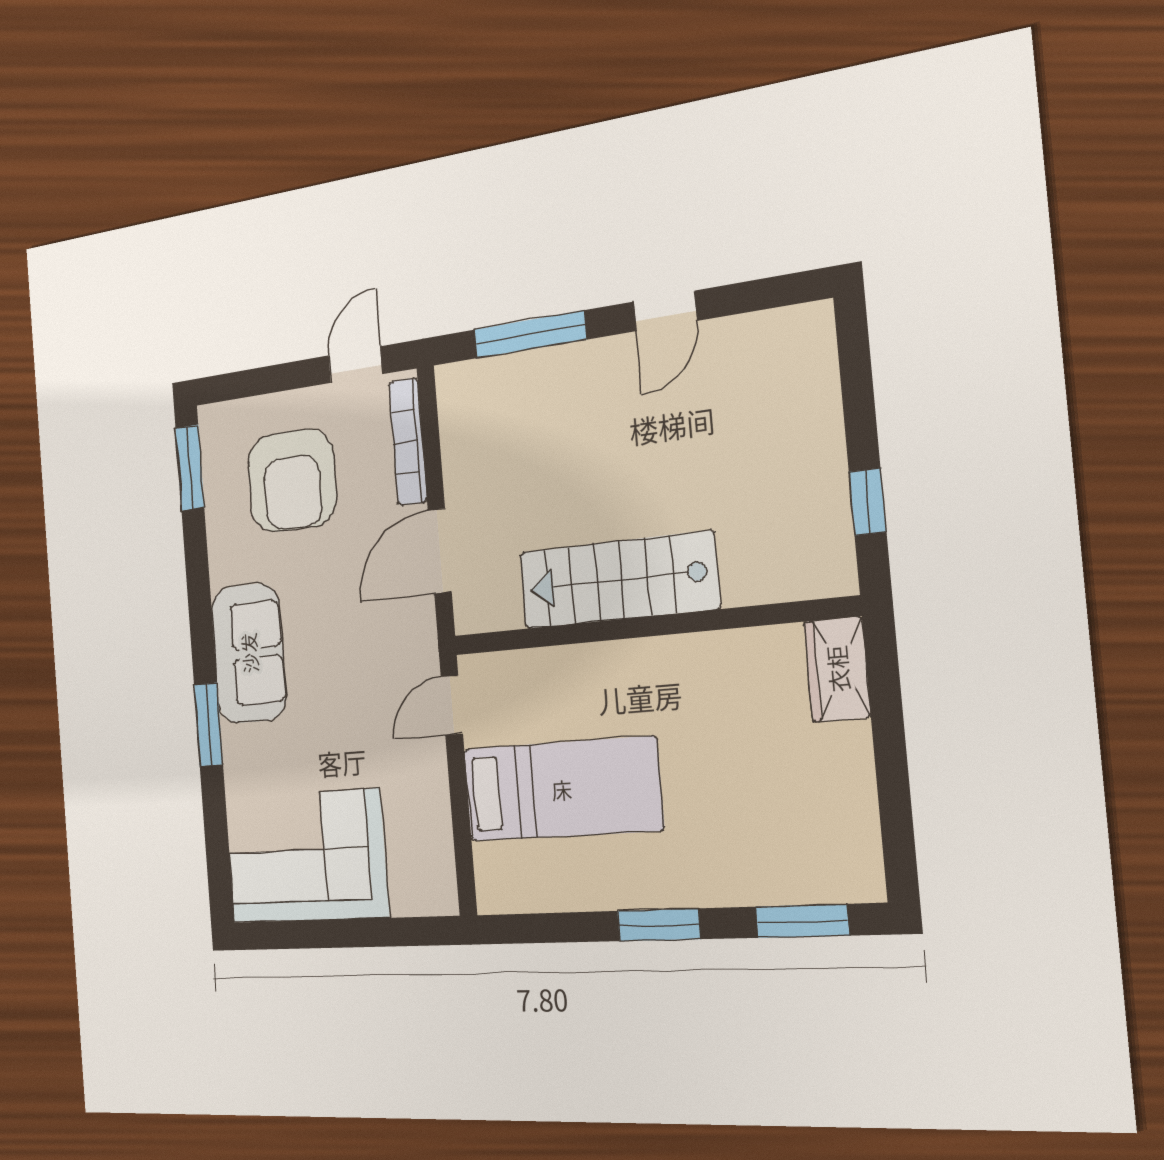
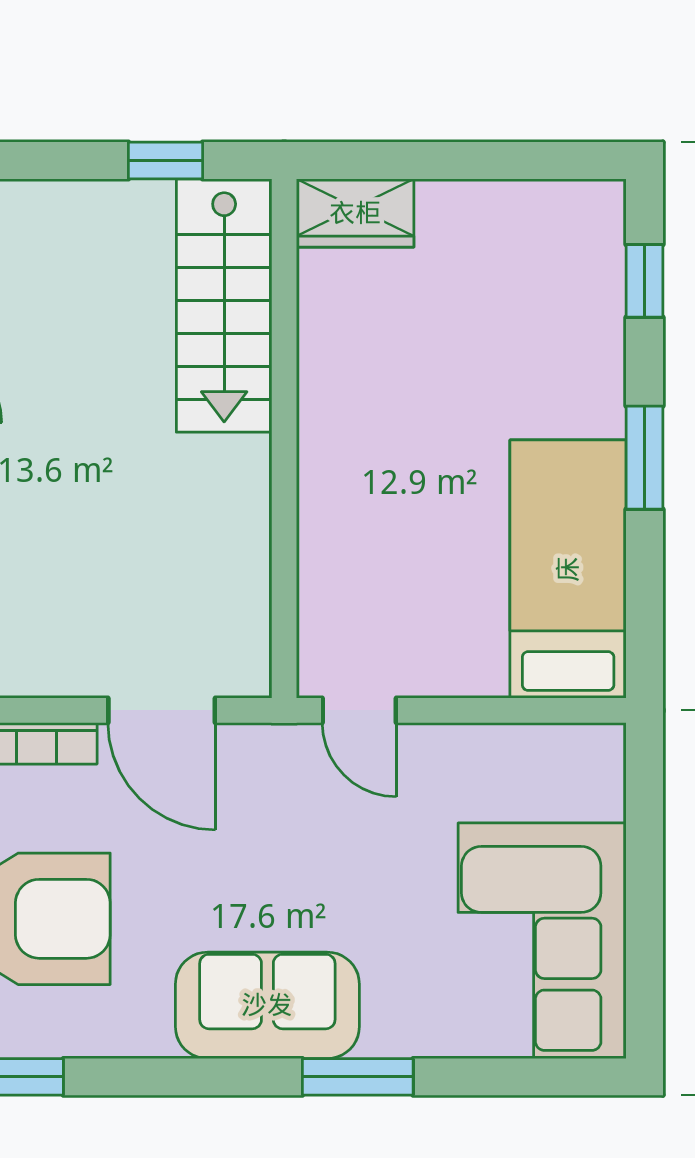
stairs: (618, 580) -> (224, 306), moved
bed: (562, 789) -> (568, 569), moved
window: (802, 921) -> (645, 281), width x0.67

